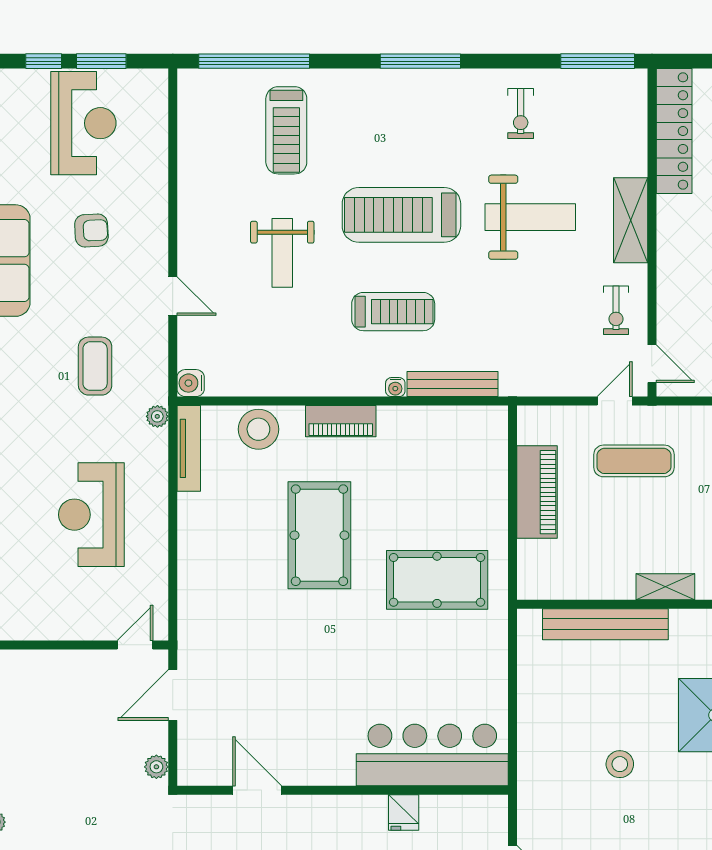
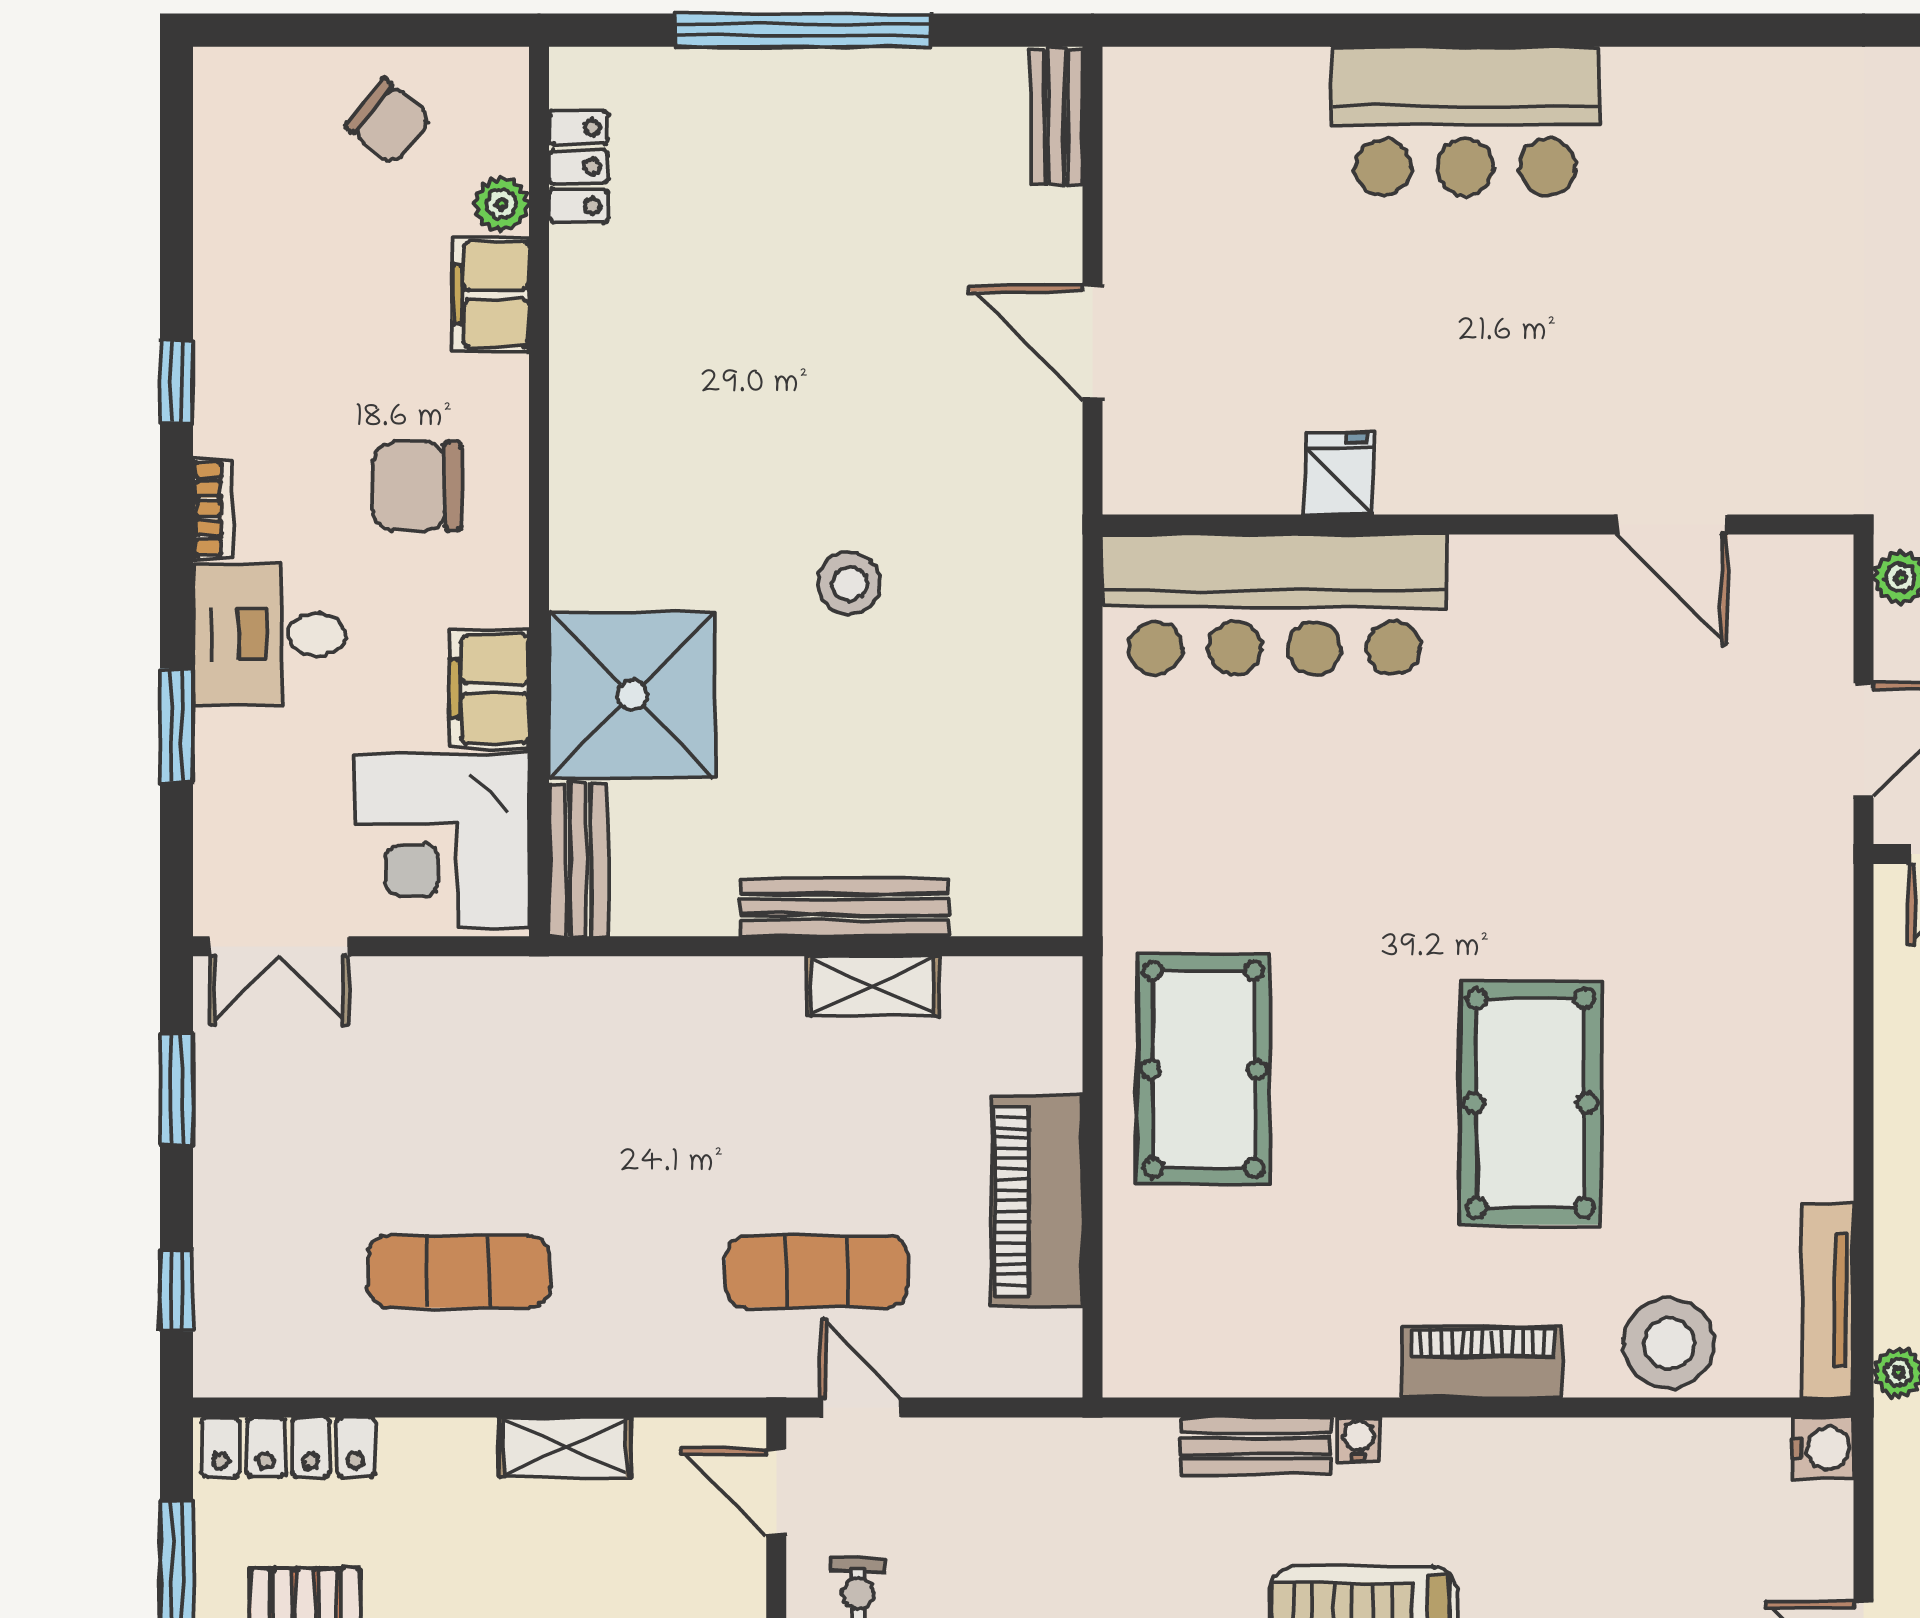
bench: (452, 384) -> (1256, 1446), width x0.73
door: (615, 401) -> (861, 1407), swing flipped
pool table: (437, 580) -> (1204, 1069), moved, turned 90
shelving: (665, 587) -> (873, 986), moved
bench: (605, 624) -> (844, 907), width x0.73, depth x0.82

